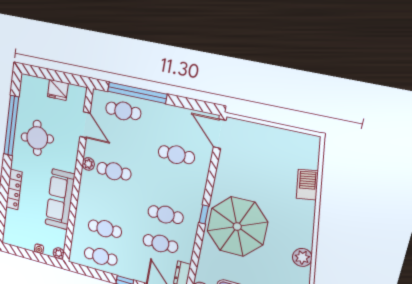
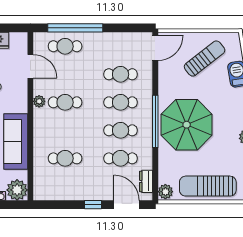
door: (220, 134) -> (155, 48), swing flipped
sun lounger: (273, 158) -> (205, 59), added
window: (204, 214) -> (155, 121), width x3.17
plant: (59, 253) -> (17, 190), width x1.87, depth x1.87
cafe table: (101, 256) -> (121, 102), moved

